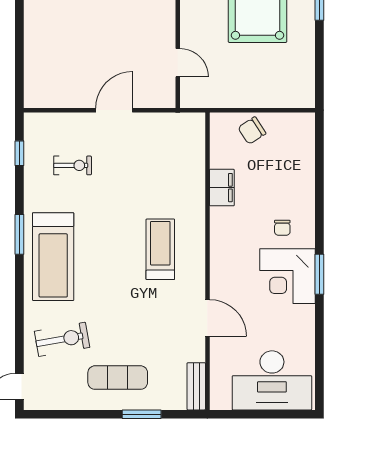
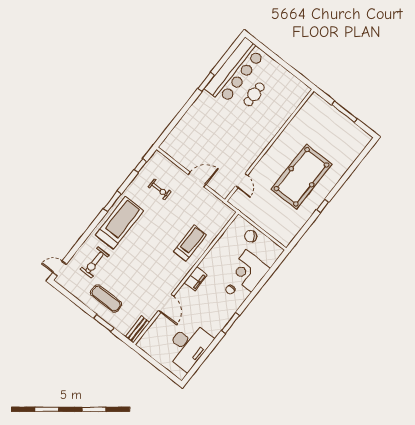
filing cabinet: (222, 188) -> (196, 279), moved
treadmill: (160, 249) -> (190, 243), moved
treadmill: (53, 257) -> (119, 223), turned 180
corner desk: (288, 276) -> (249, 271), moved
exercise bike: (62, 339) -> (95, 262), turned 100
desk: (272, 380) -> (188, 346), moved, turned -90

